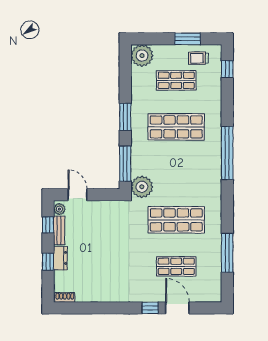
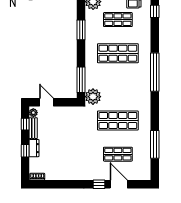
window: (125, 117) -> (81, 30), moved

